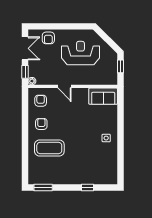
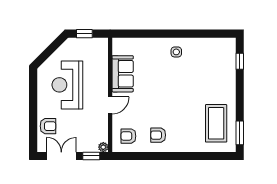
sofa: (103, 96) -> (123, 74), moved
coffee table: (49, 148) -> (216, 123), moved
window: (87, 188) -> (240, 61), moved

